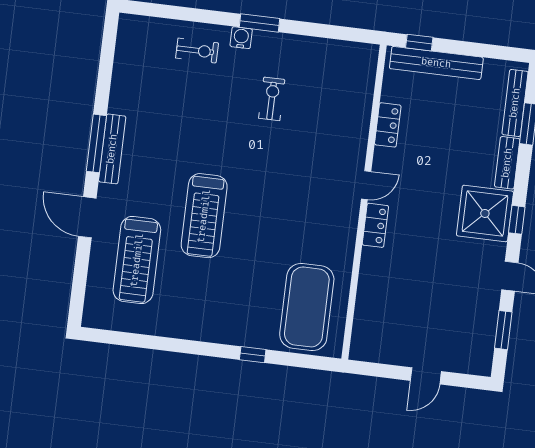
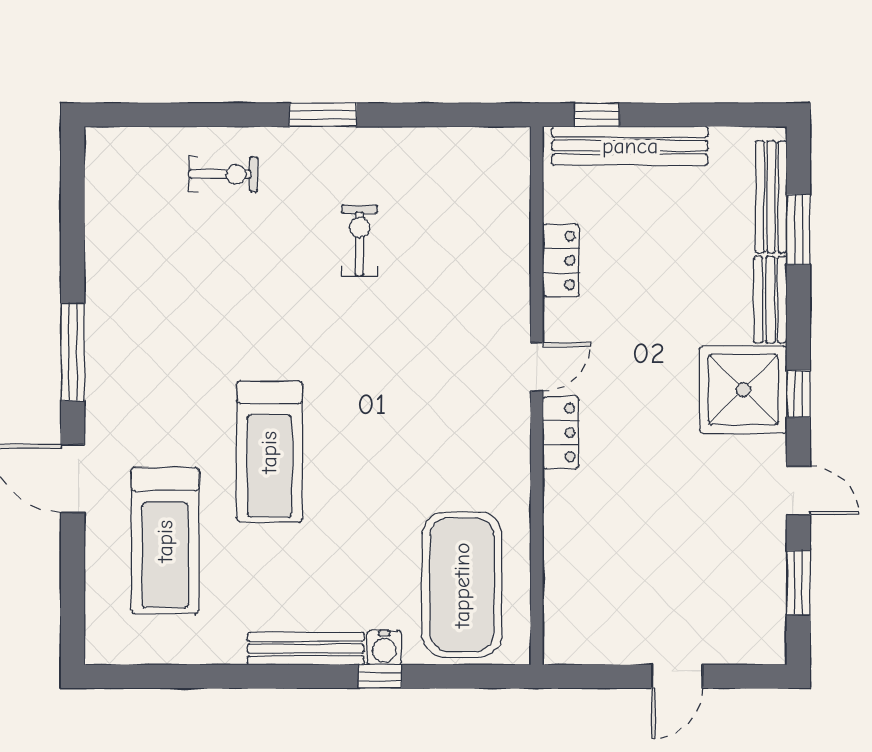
water cooler: (241, 38) -> (384, 648), moved, turned 180
bench: (112, 149) -> (306, 649), moved, turned 90

